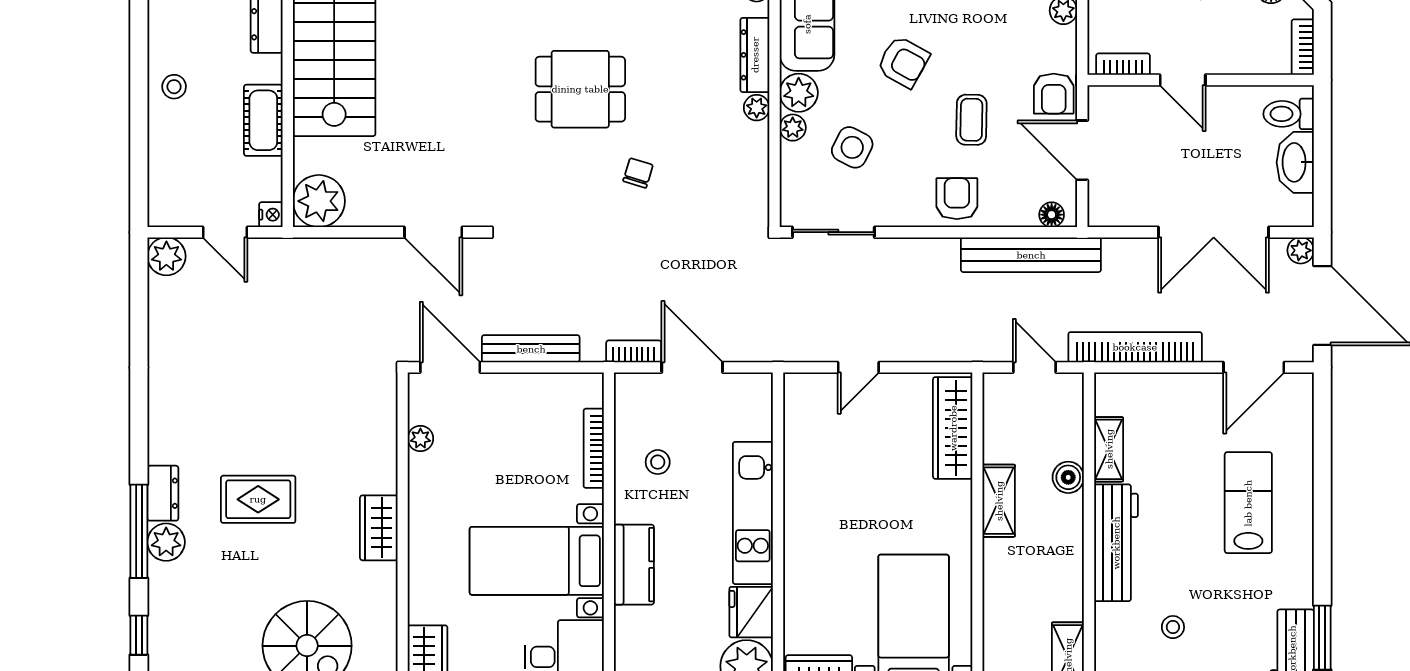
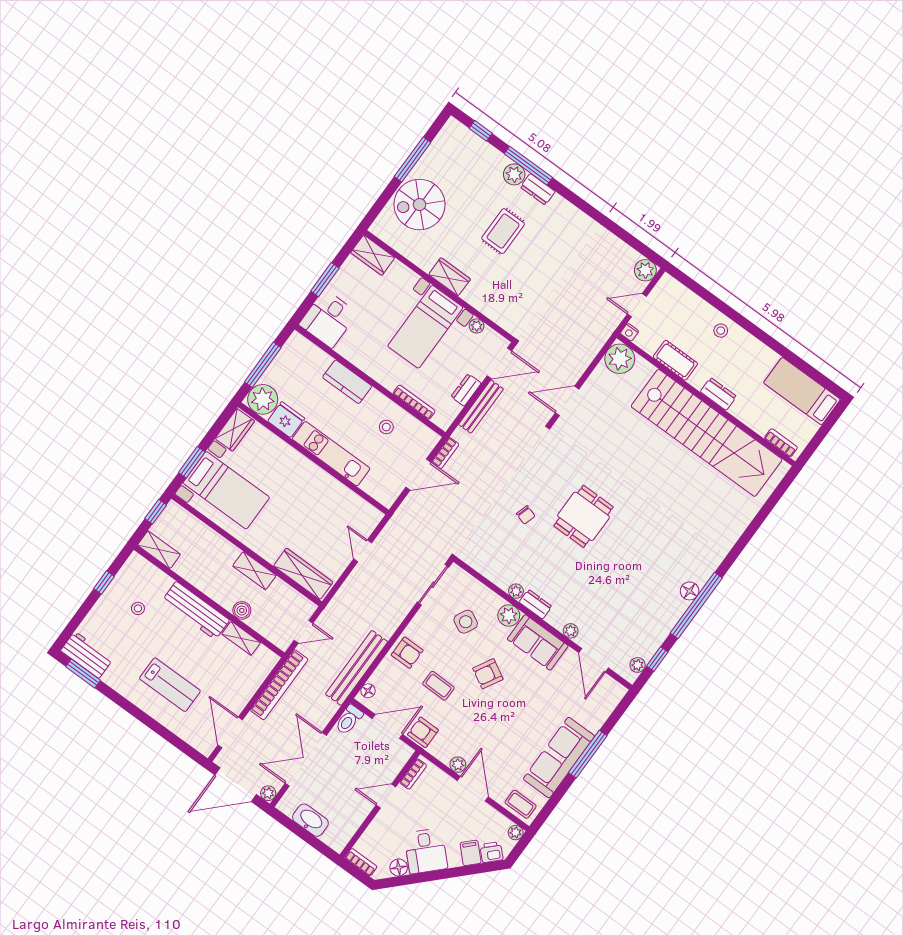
dresser: (755, 55) -> (536, 604), width x0.70
toilet: (1289, 114) -> (349, 720), moved, turned 180
plant: (793, 128) -> (495, 601), removed
dresser: (522, 387) -> (466, 390), added
bed with nightstands: (537, 561) -> (425, 327), moved, turned 180

